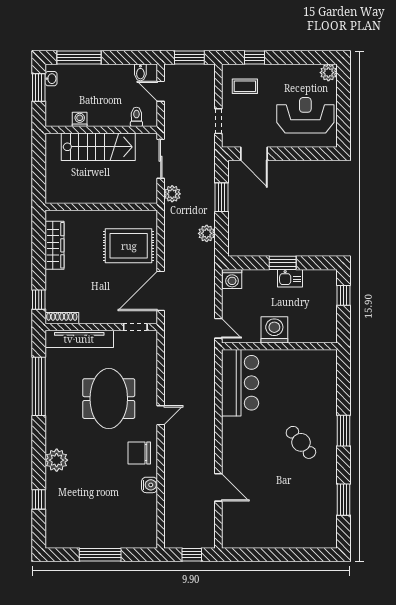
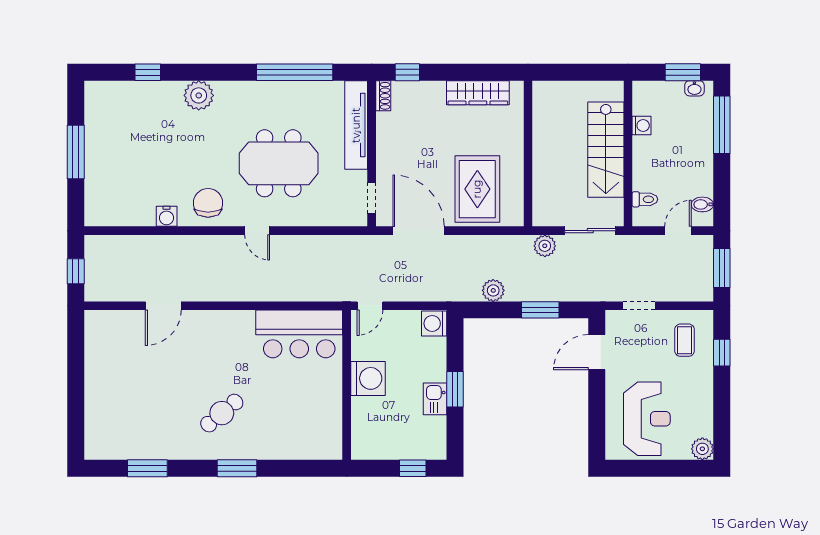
shoe rack: (62, 318) -> (383, 96), width x0.70

